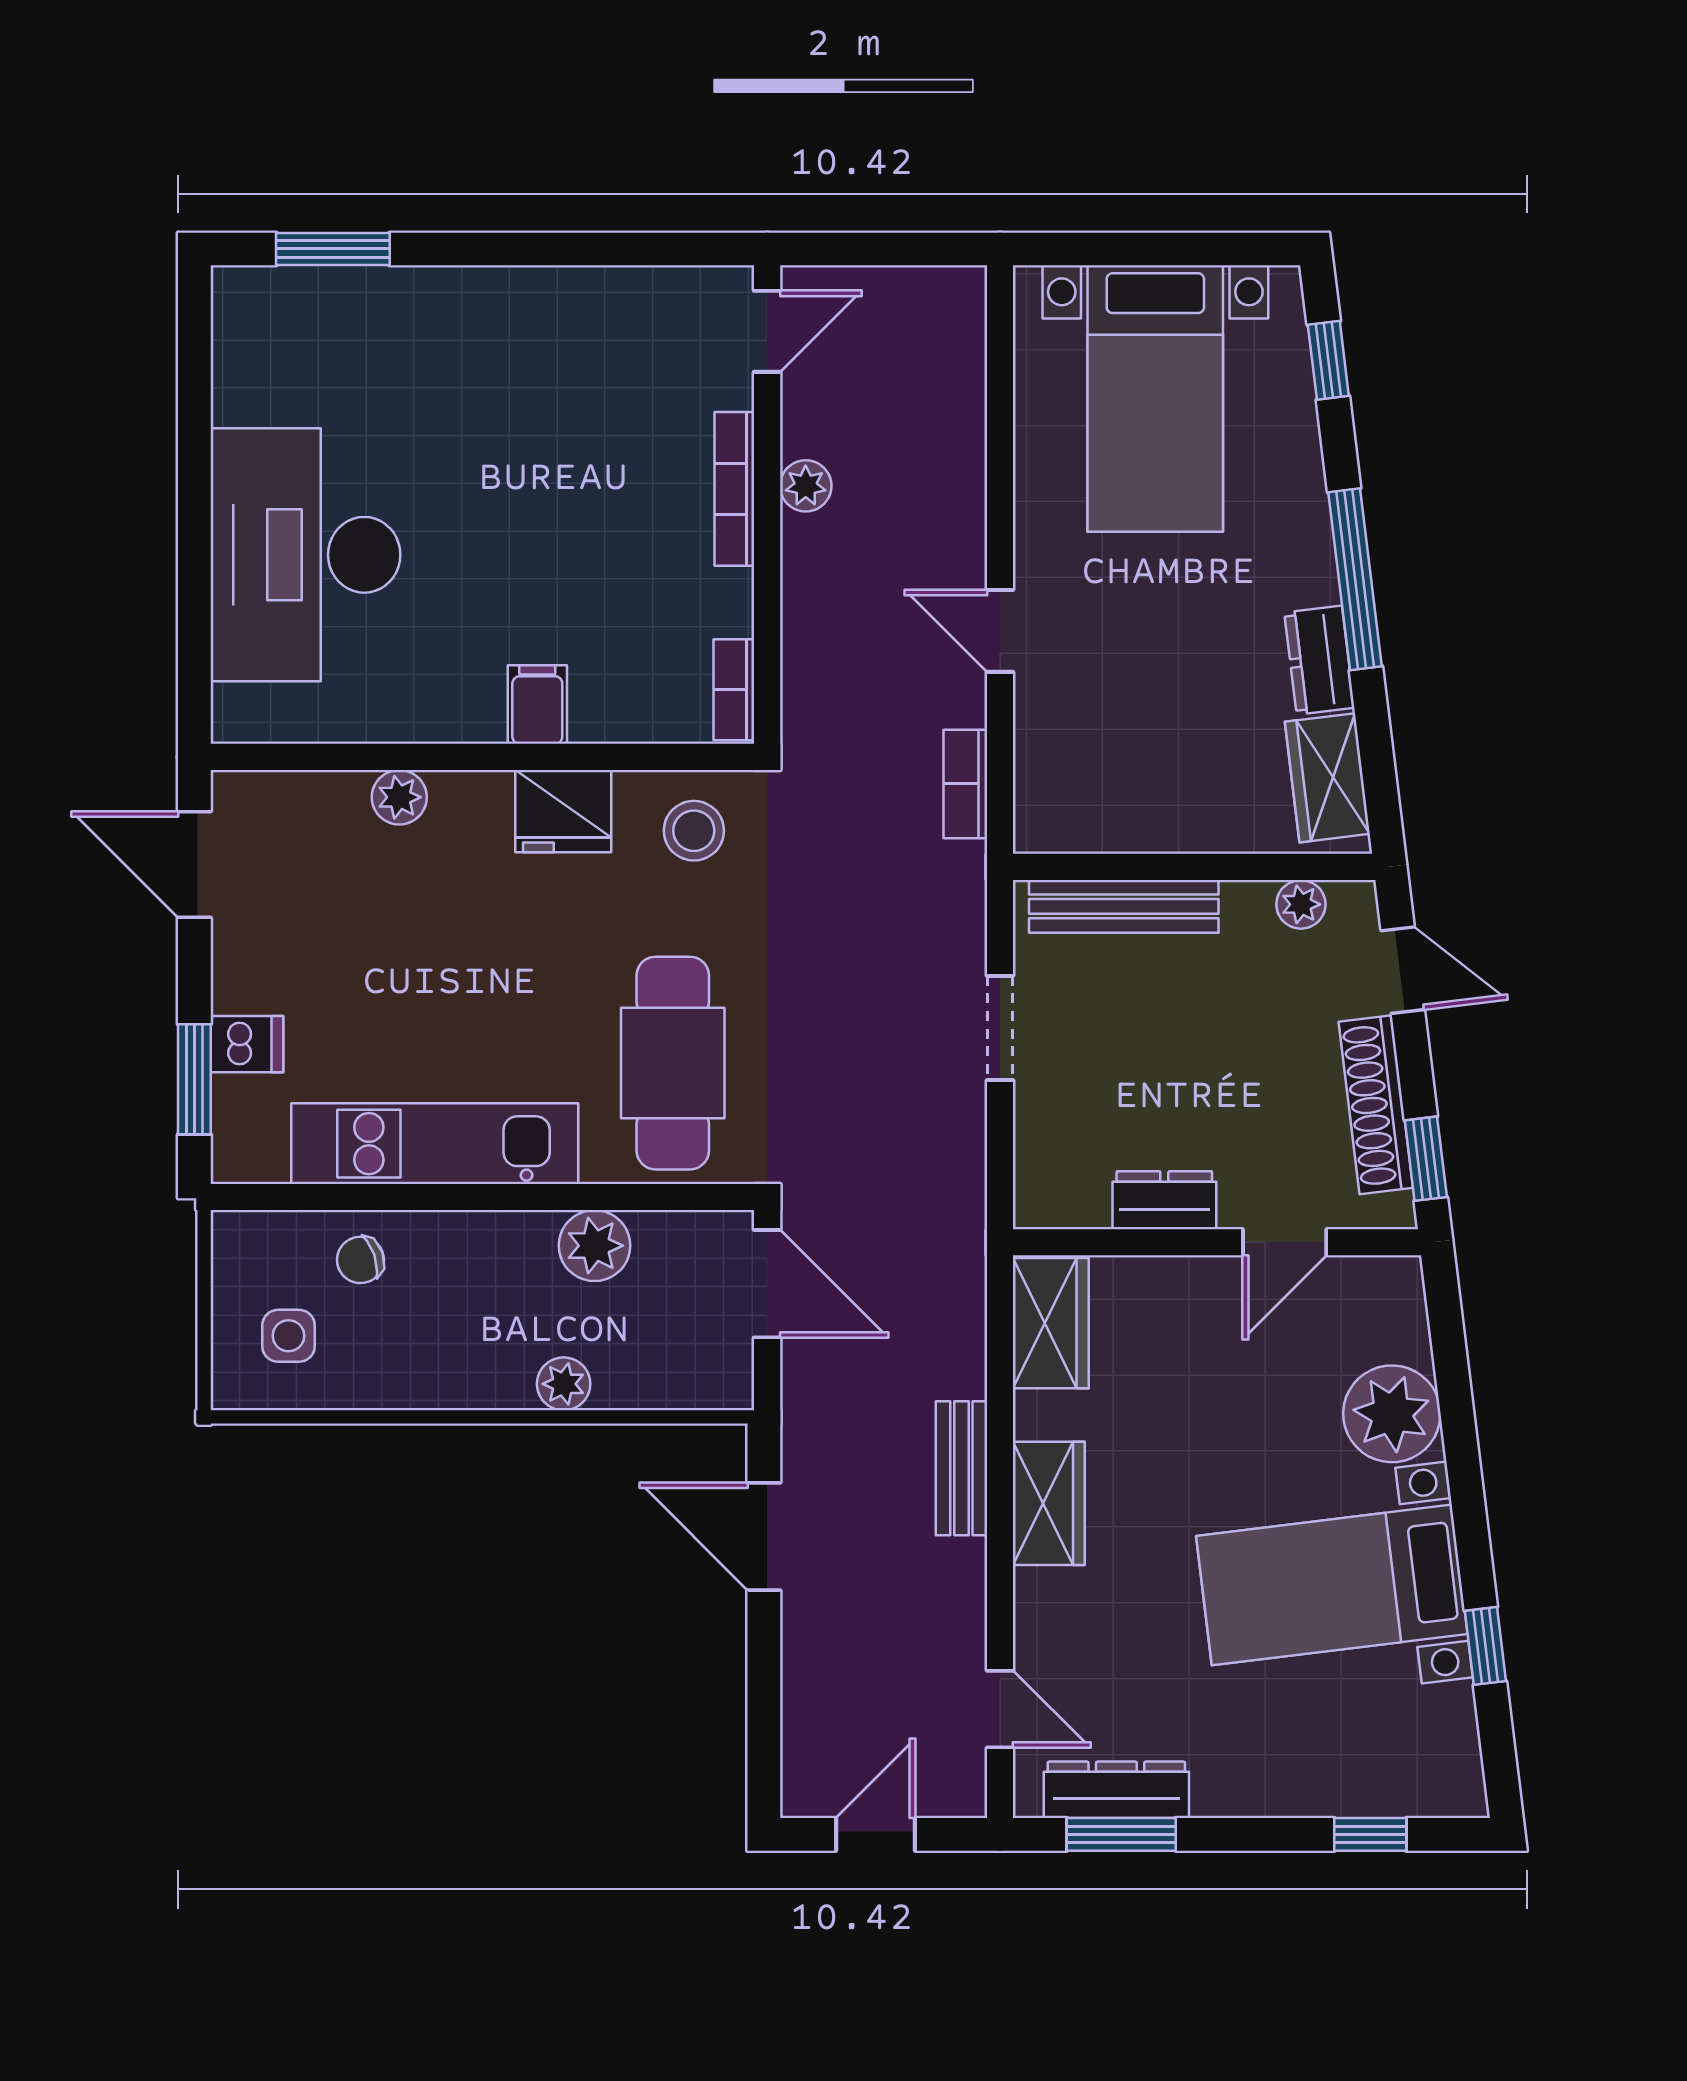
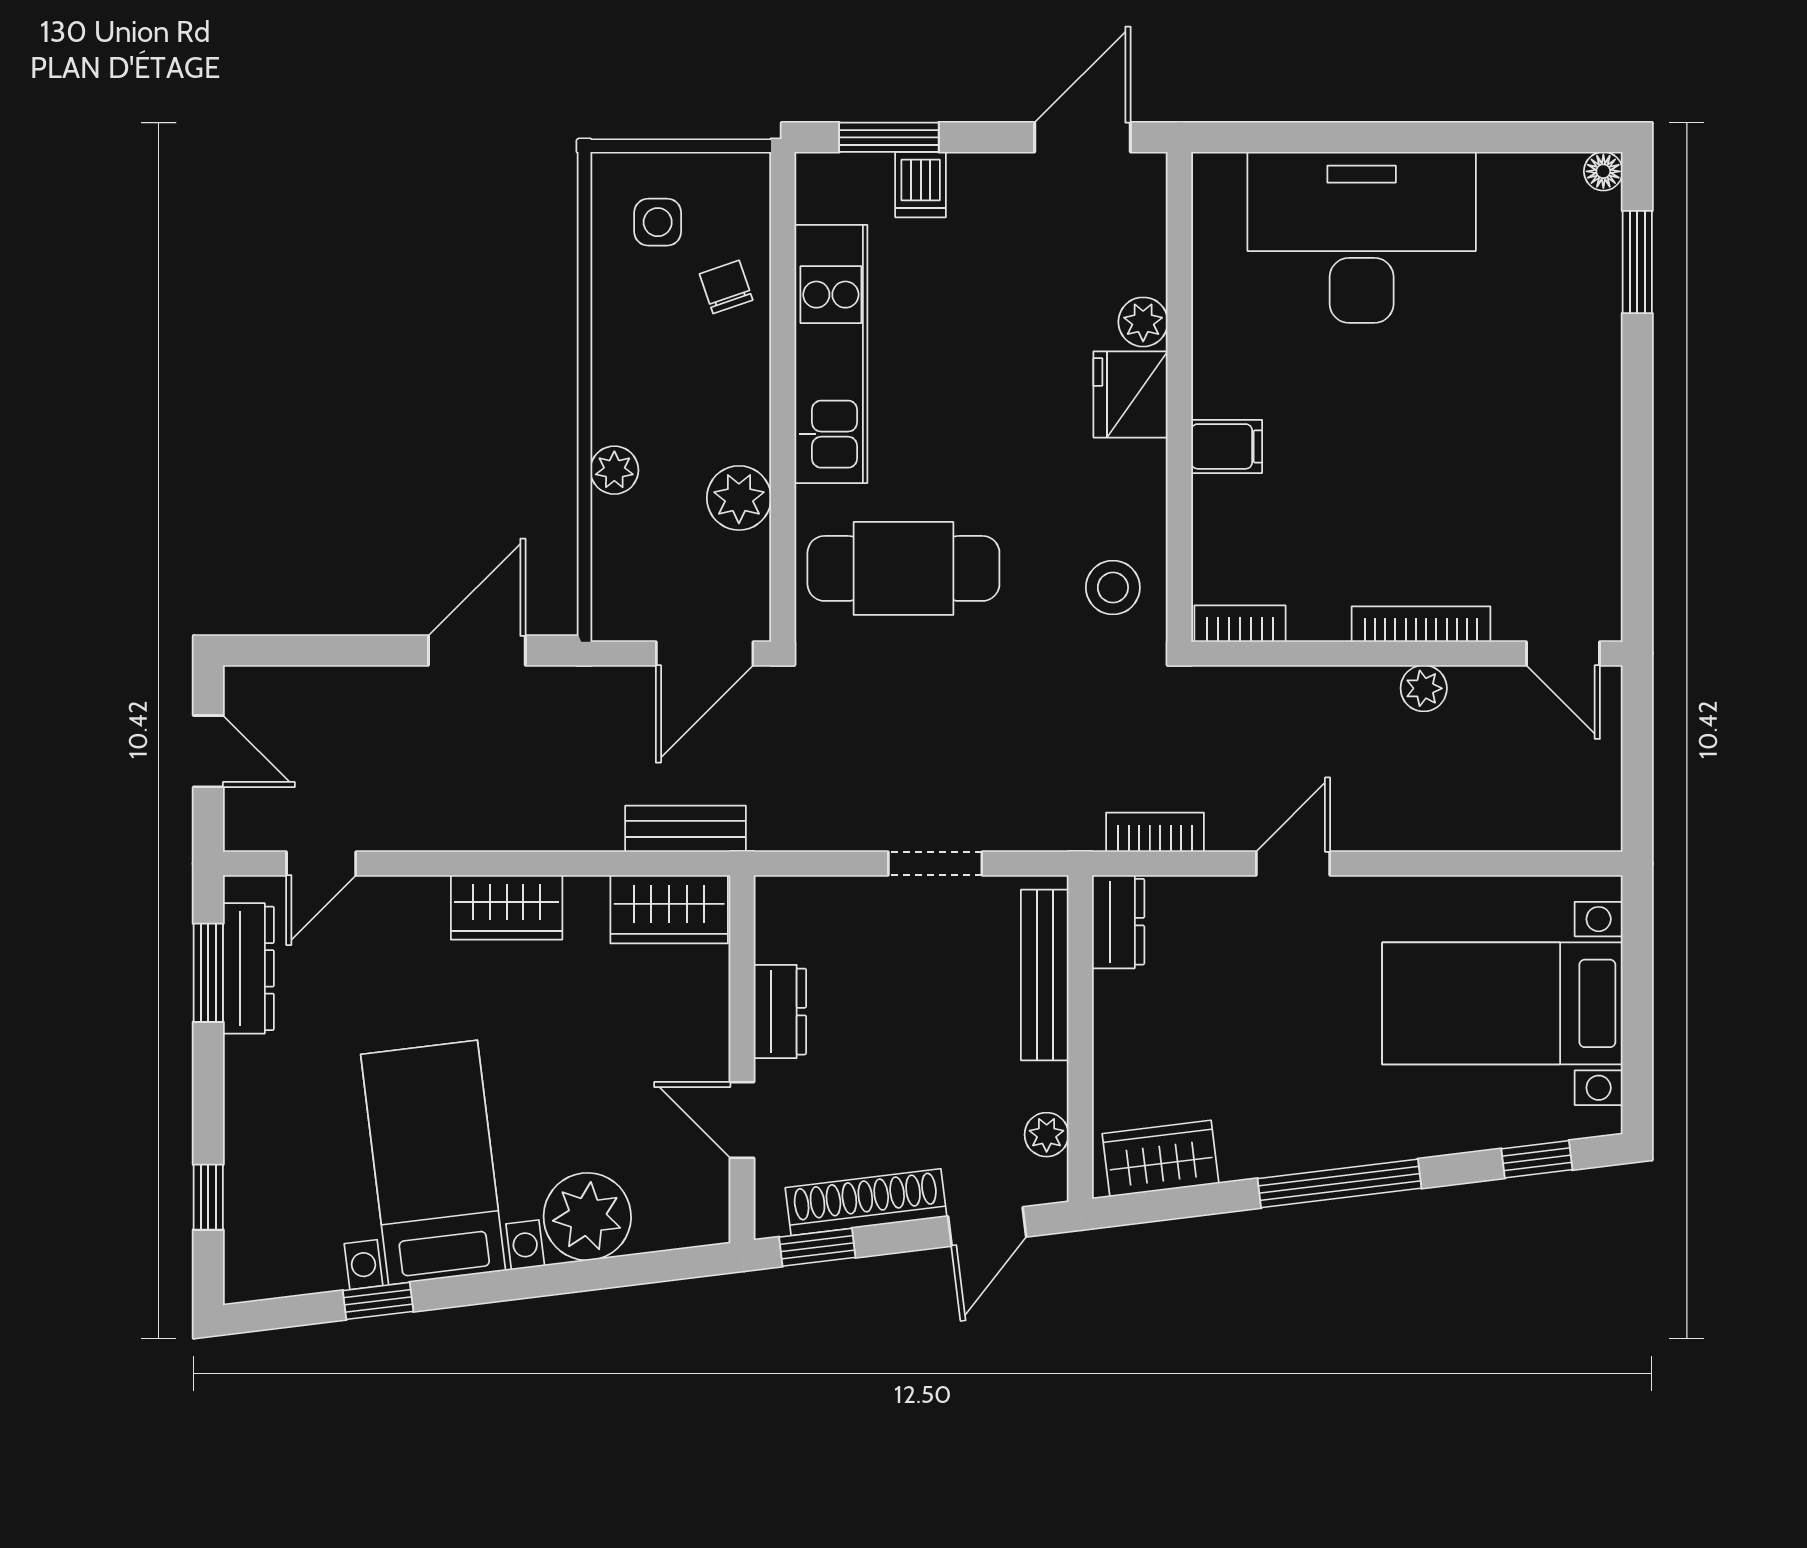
floor lamp: (232, 287) -> (1603, 171), added
dresser: (1319, 660) -> (1118, 922), moved, turned 97
fridge: (563, 811) -> (1131, 394), moved
bench: (961, 1468) -> (685, 829), moved

